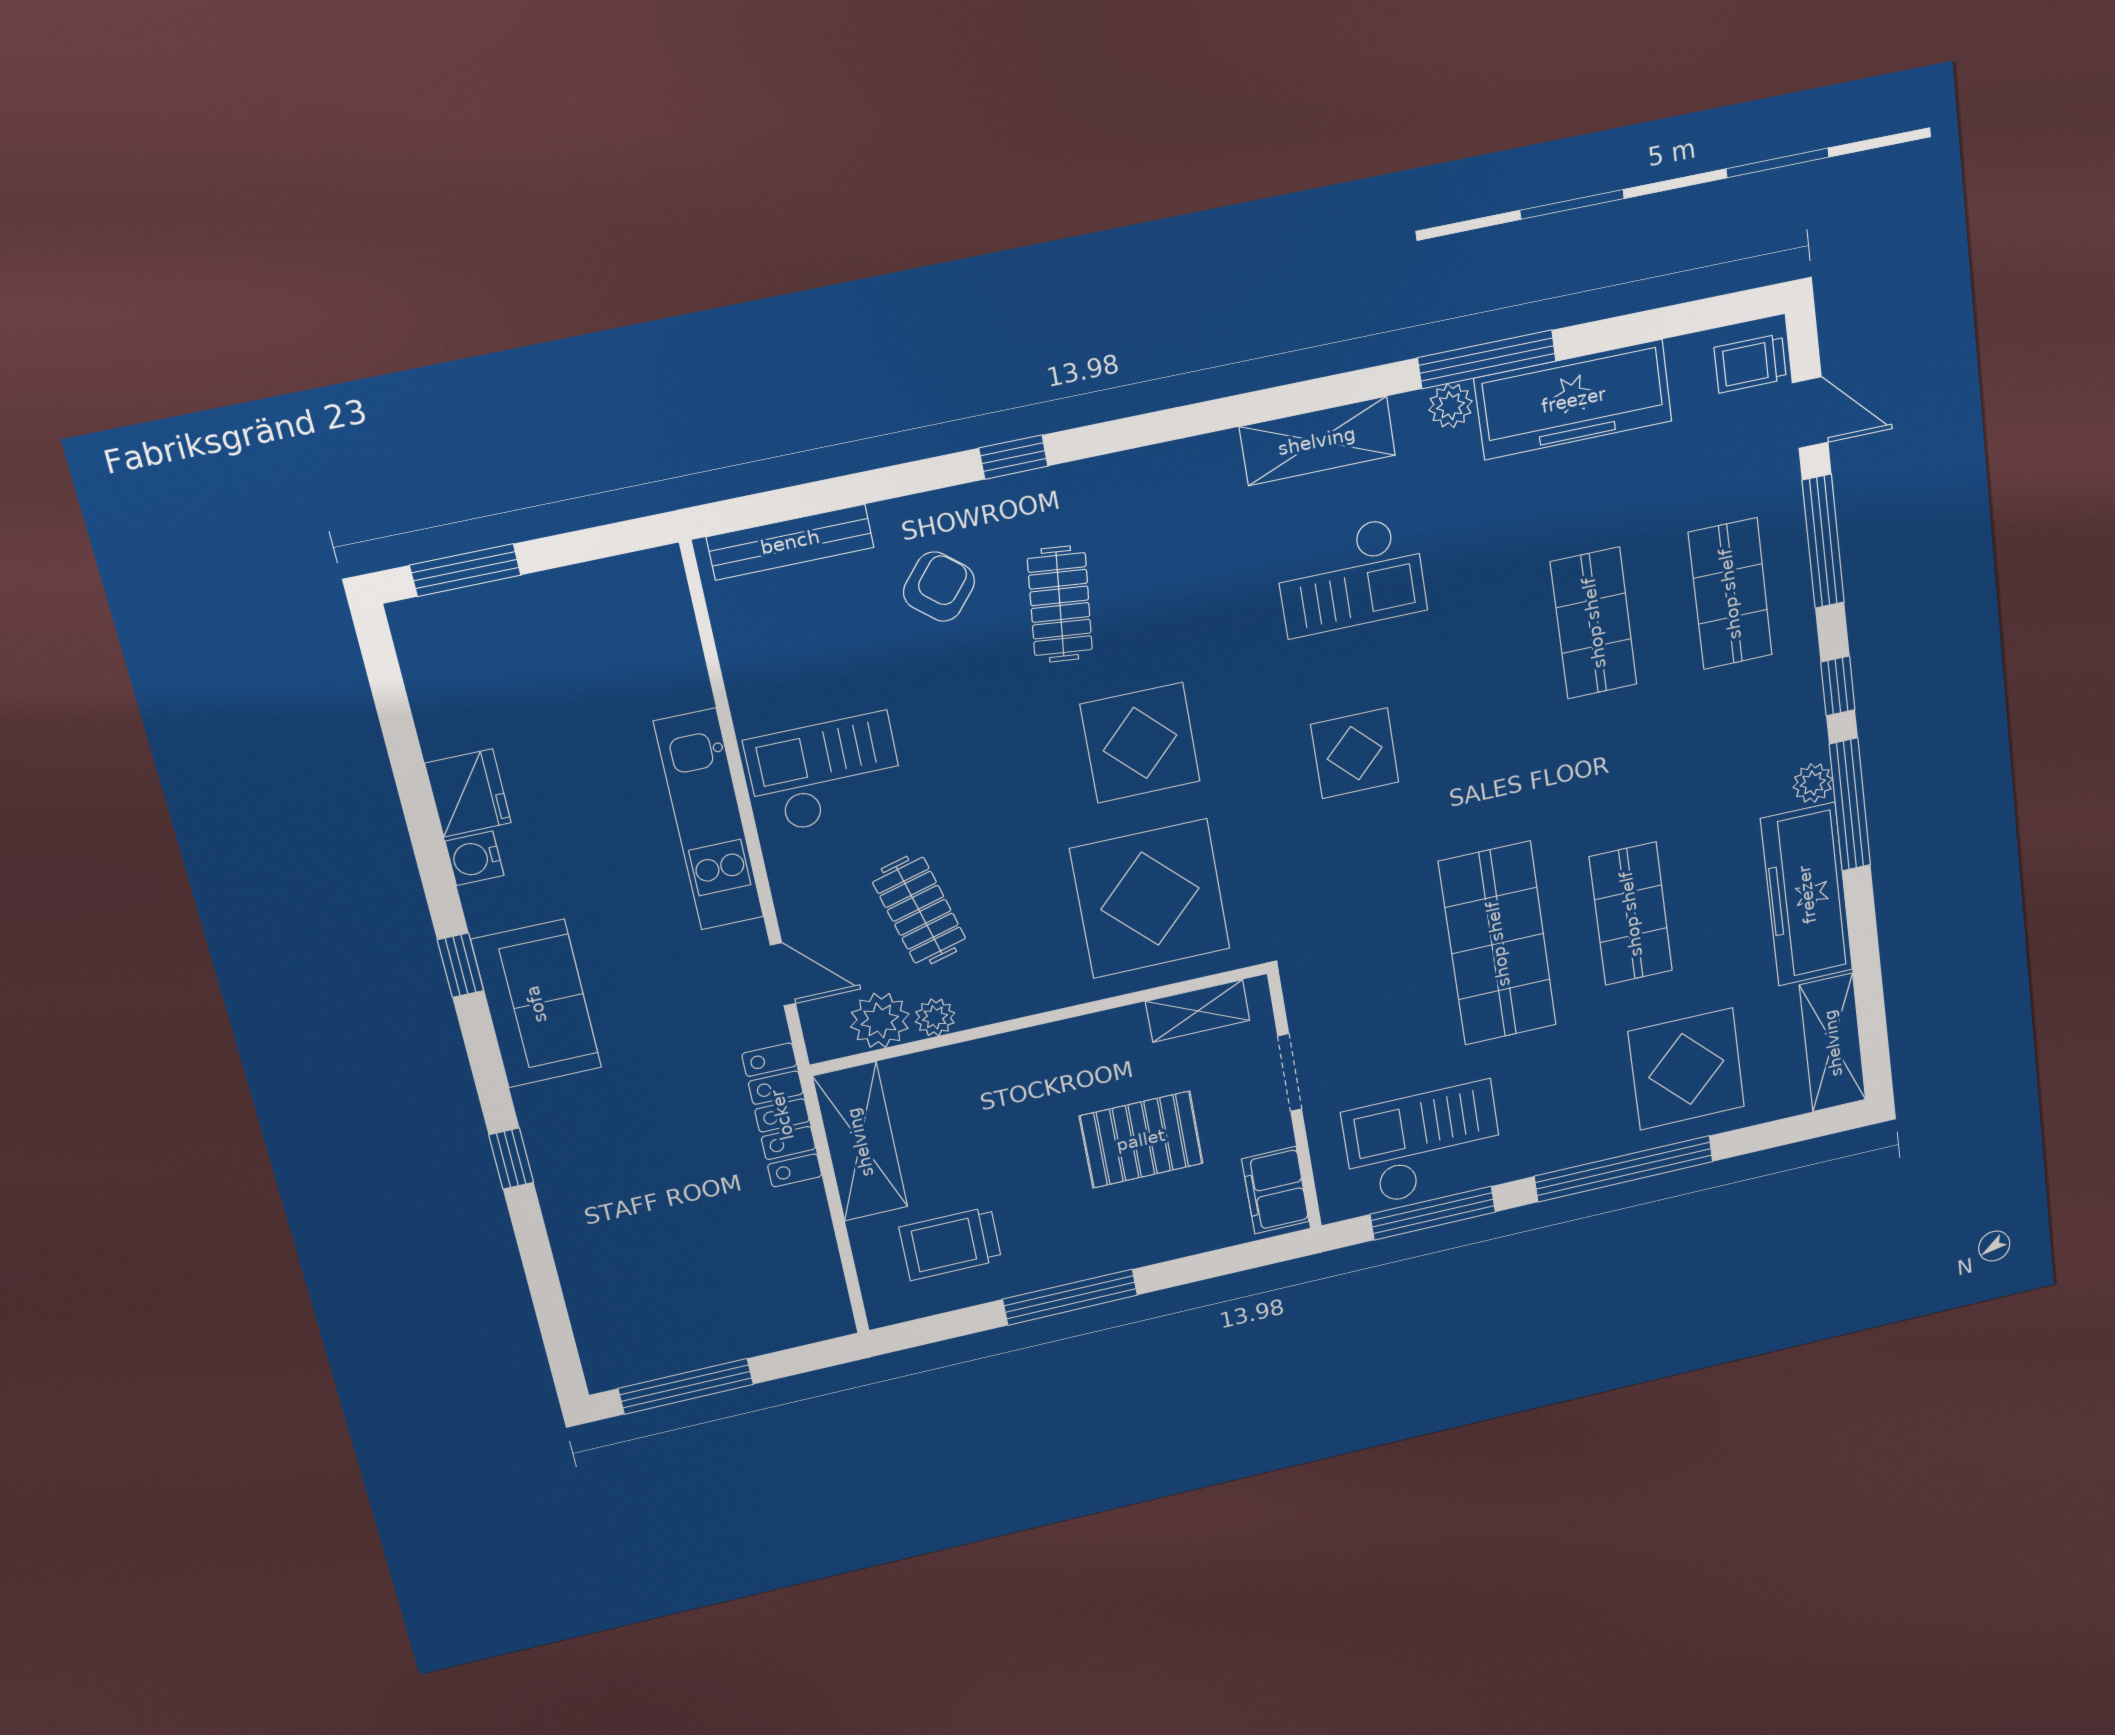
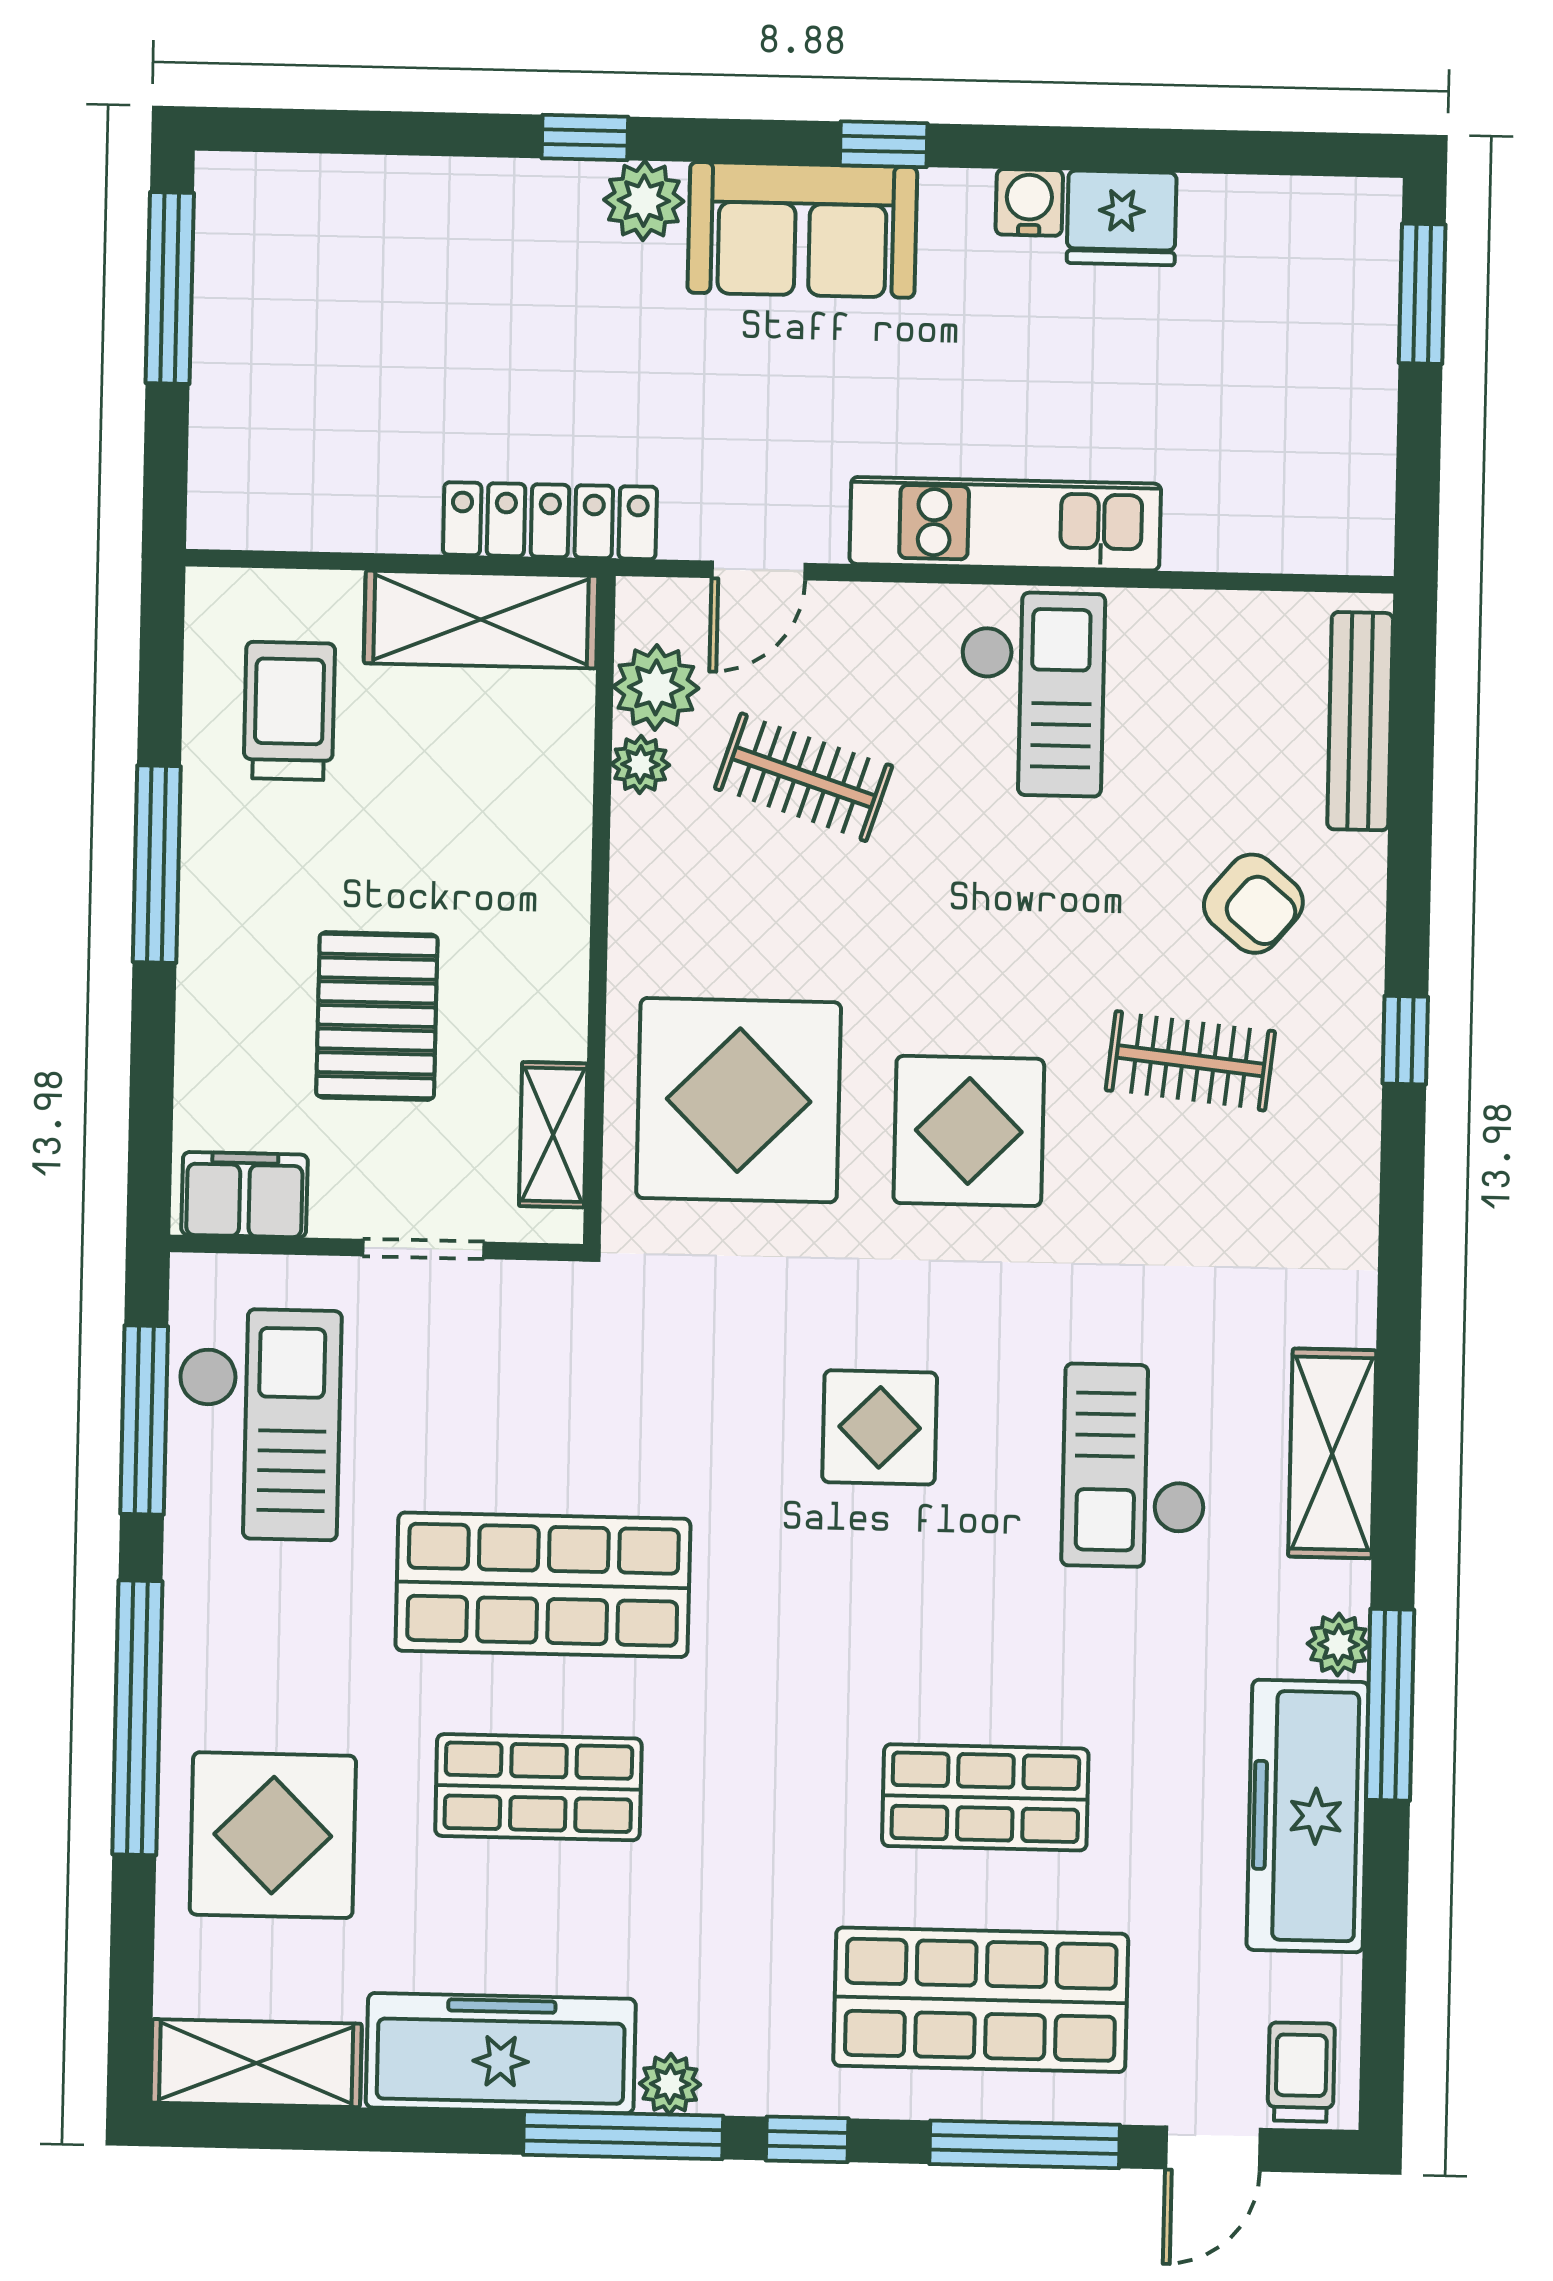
shop shelf: (1730, 594) -> (981, 2000), width x1.43, depth x1.36
clothes rail: (919, 910) -> (804, 777), turned 33
plant: (545, 1111) -> (644, 201), added

